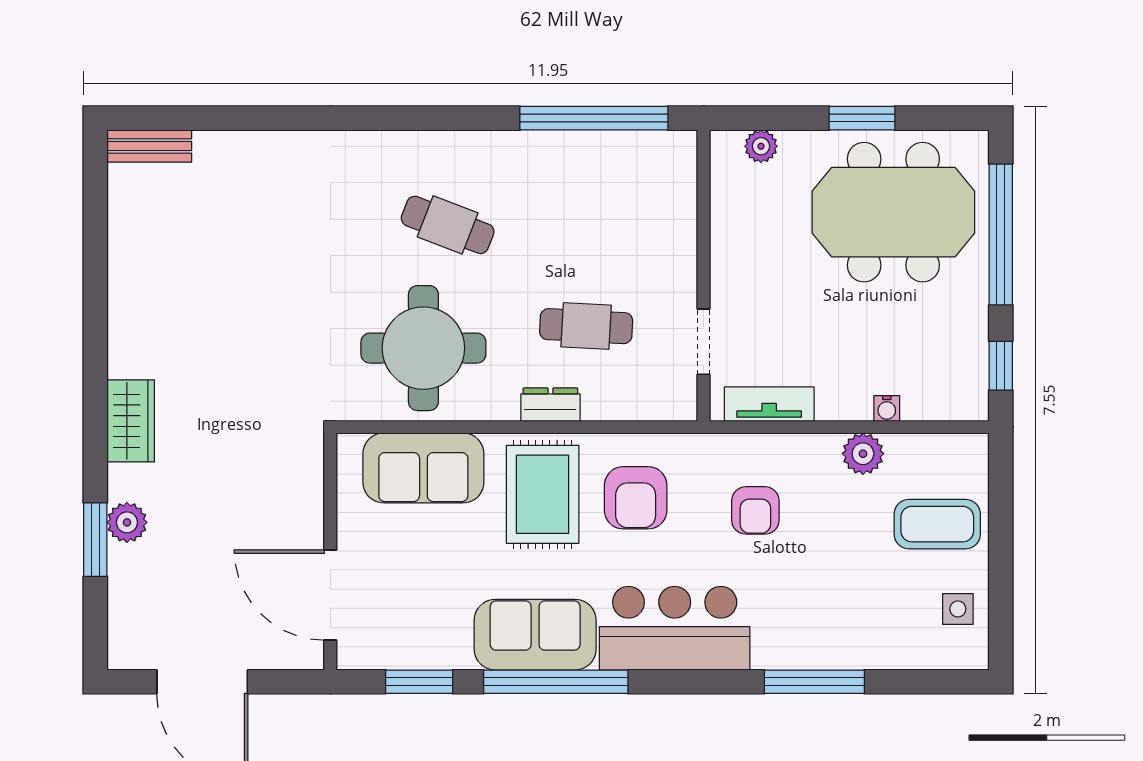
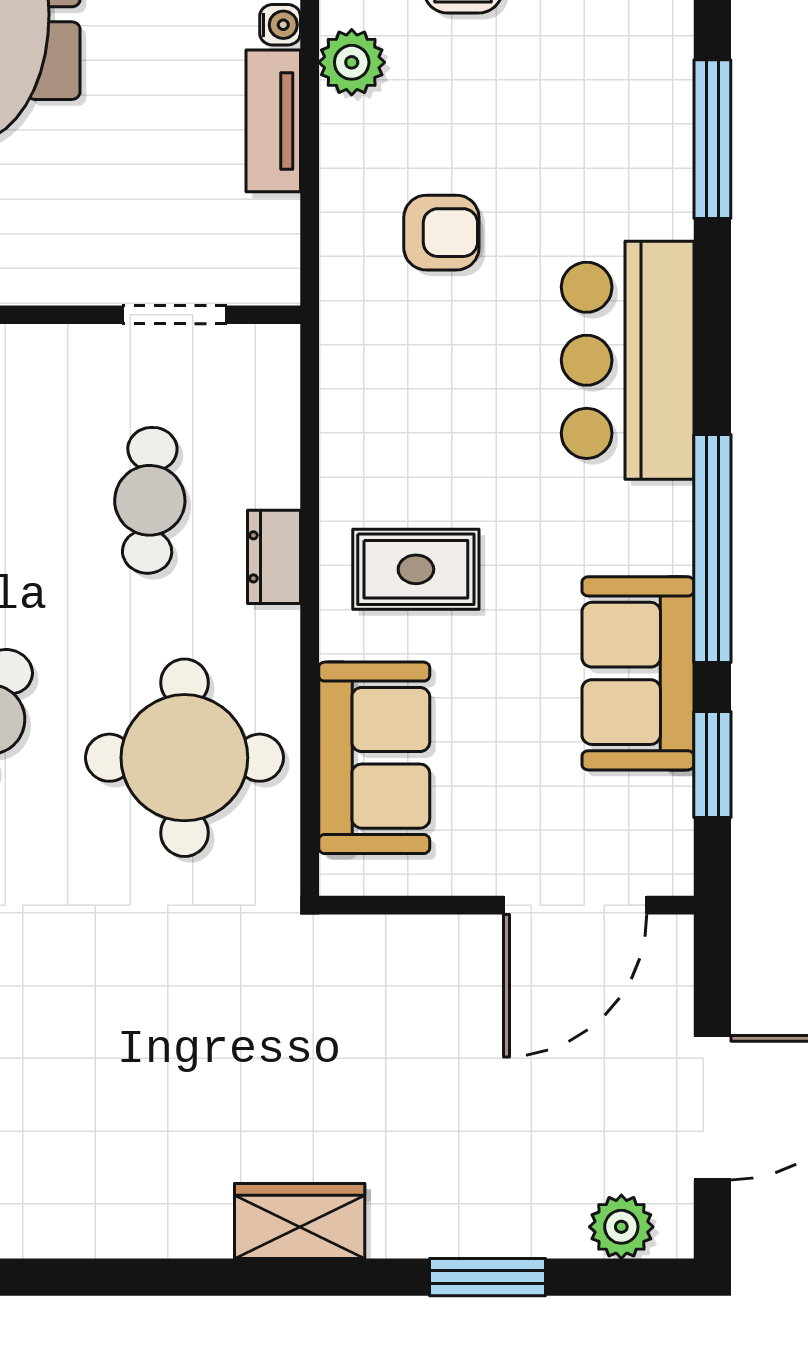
tv unit: (769, 404) -> (273, 121), moved
rug: (543, 494) -> (416, 569), width x0.73, depth x0.70
armchair: (636, 498) -> (421, 422), removed
plant: (127, 522) -> (621, 1227), moved
sofa: (535, 635) -> (638, 673), moved

